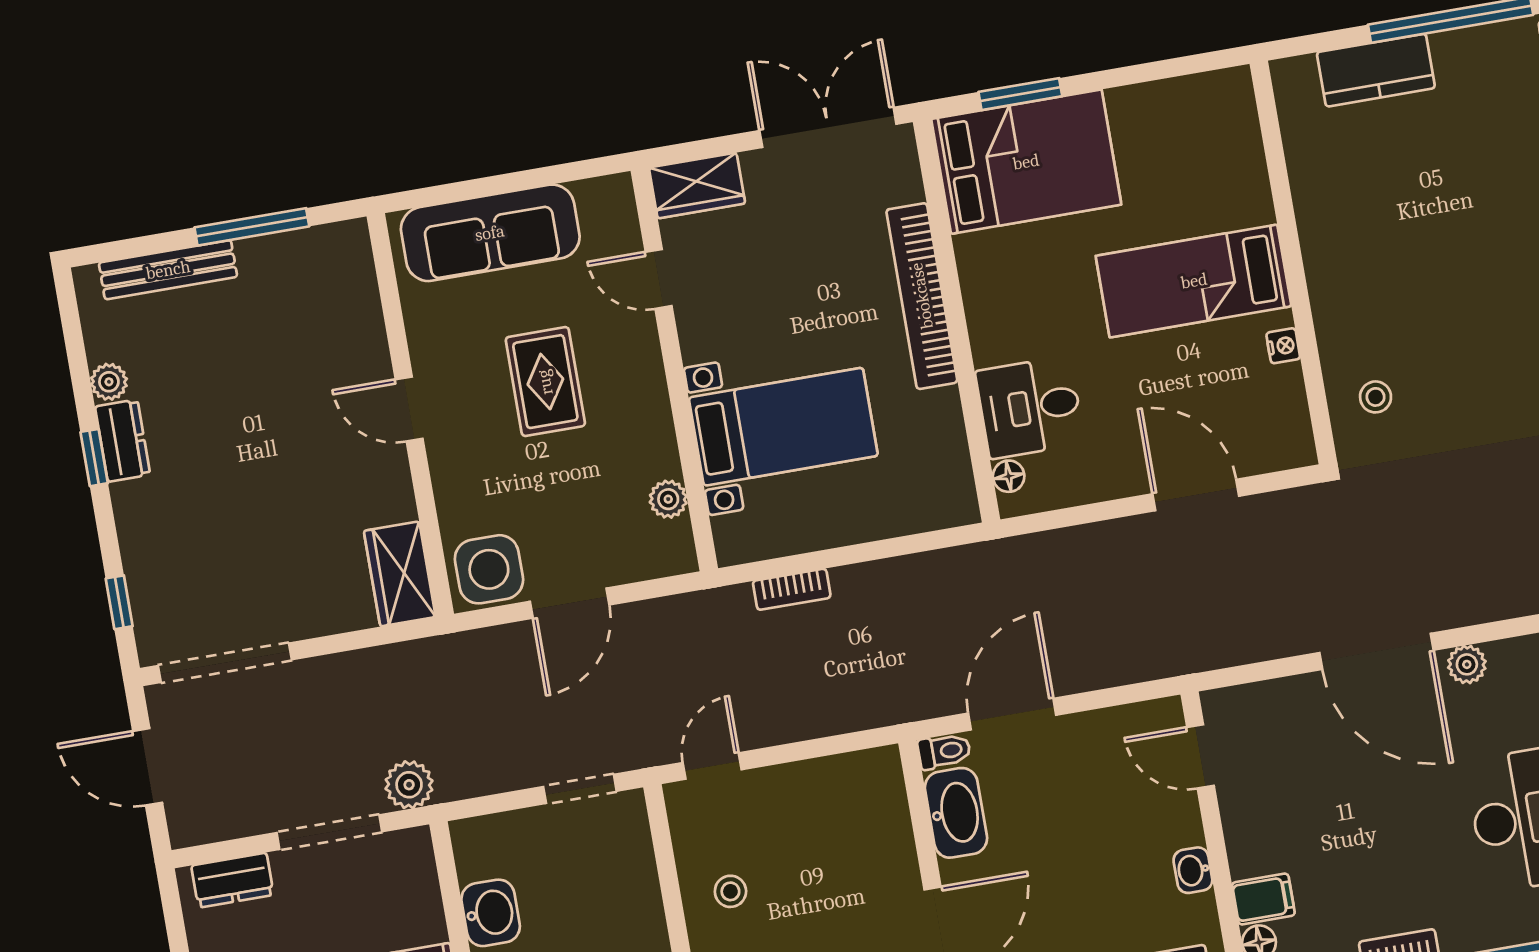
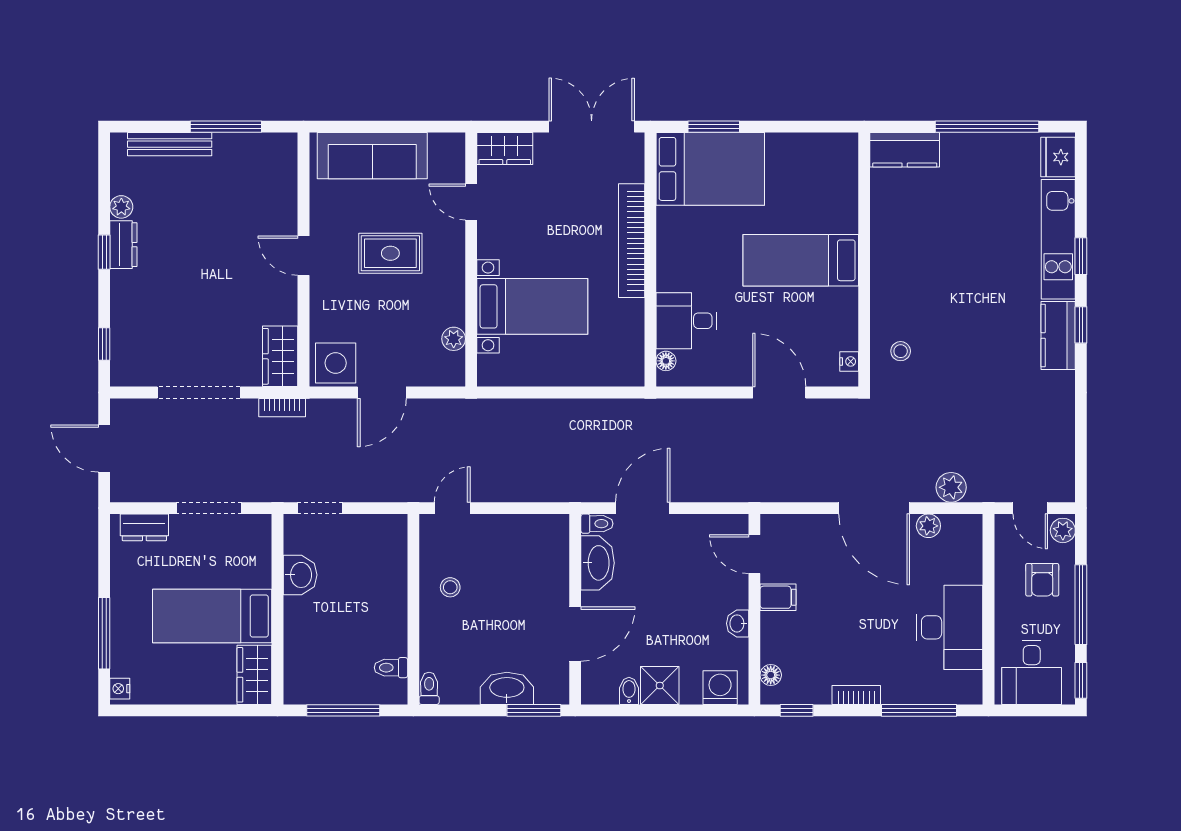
kitchen counter: (1376, 70) -> (905, 150), moved
nightstand: (1283, 346) -> (849, 361), moved
rug: (545, 382) -> (390, 253), turned 90
bookcase: (792, 589) -> (282, 408), moved
doorway: (225, 663) -> (199, 392), moved
plant: (409, 785) -> (951, 487), moved
doorway: (580, 789) -> (320, 508), moved
filing cabinet: (1263, 899) -> (778, 597), moved

